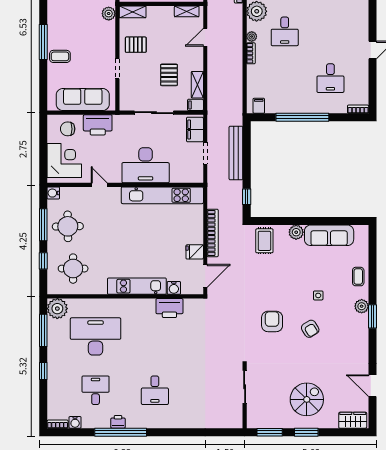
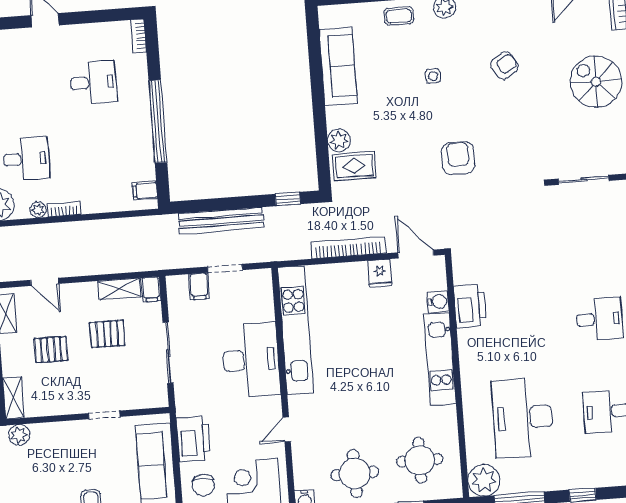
pallet: (136, 45) -> (51, 350), moved, turned 90
filing cabinet: (195, 130) -> (199, 286), width x0.50
plant: (296, 232) -> (339, 140), moved
armchair: (272, 321) -> (458, 158), moved, turned 90
armchair: (310, 329) -> (504, 66), moved

